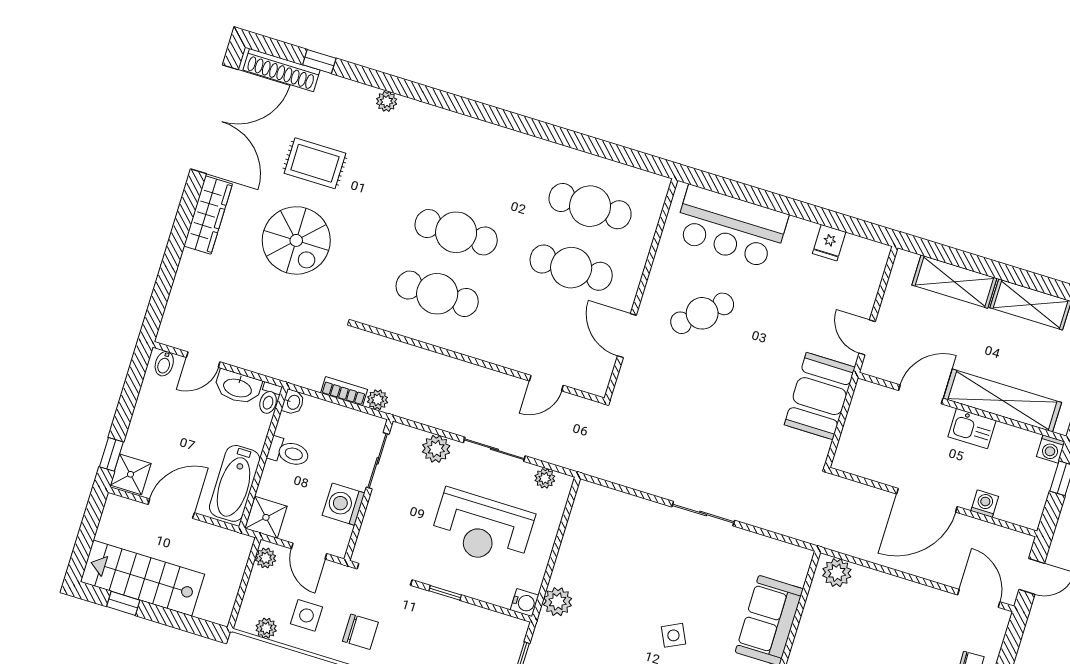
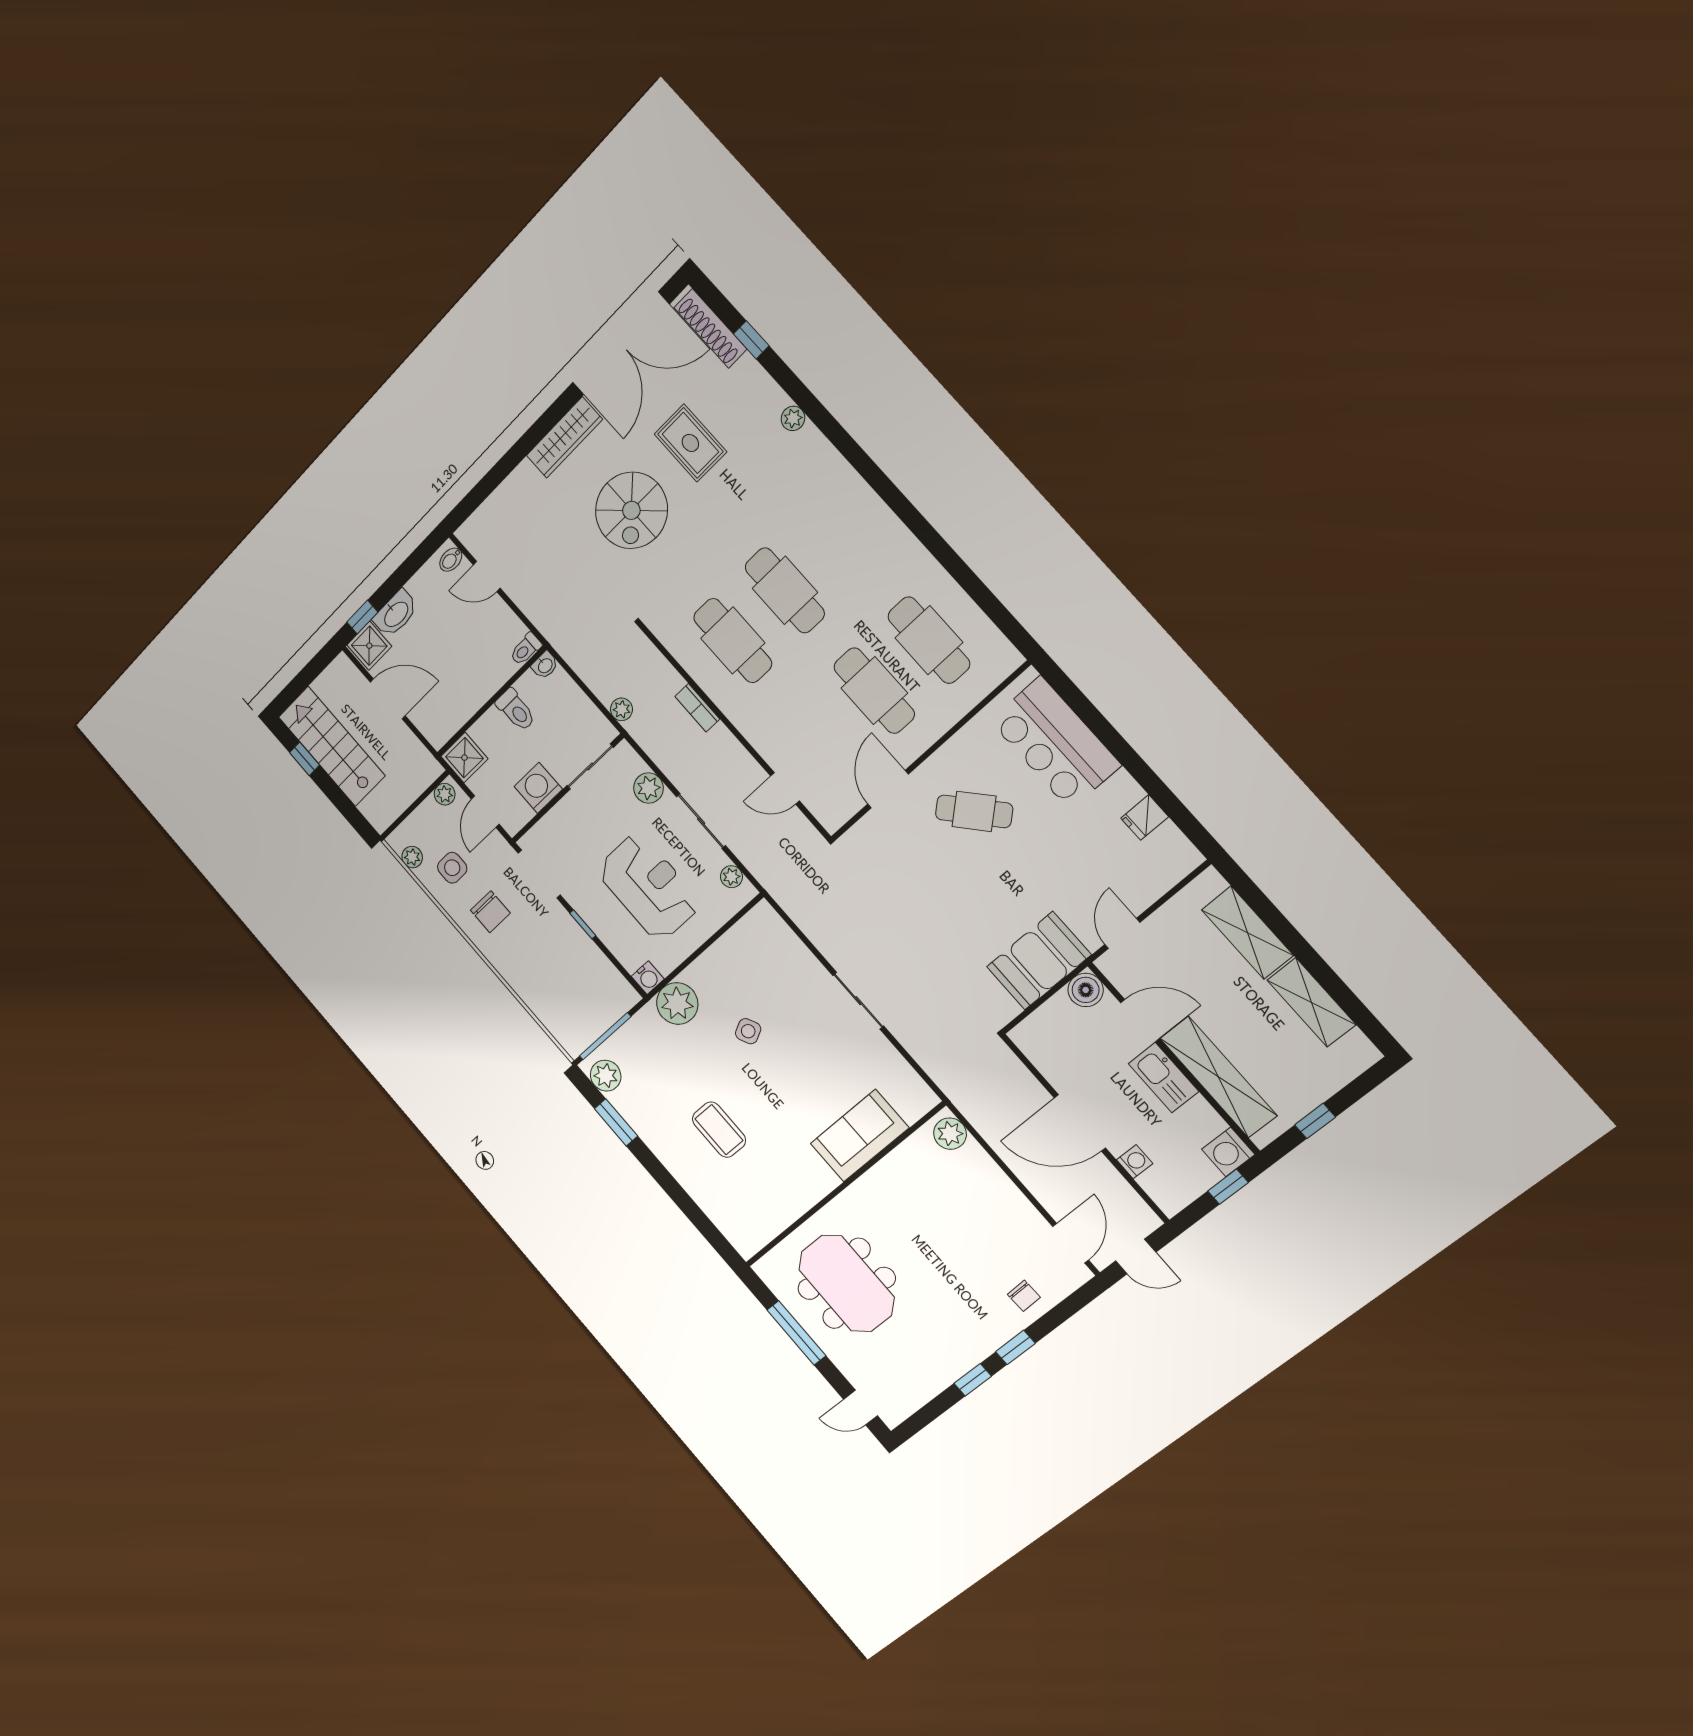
washbasin: (238, 387) -> (396, 614), moved, turned -90
bookcase: (344, 391) -> (697, 708), moved, turned 180
boiler: (867, 396) -> (1086, 990), added
kitchen sink: (972, 429) -> (1164, 1078), width x1.38
washing machine: (1051, 449) -> (1228, 1152), width x1.38, depth x1.38
bathtub: (235, 483) -> (454, 710), removed
reception desk: (482, 528) -> (649, 887), turned 180
plant: (558, 602) -> (677, 1003), width x1.36, depth x1.36
side table: (673, 635) -> (748, 1031), moved

